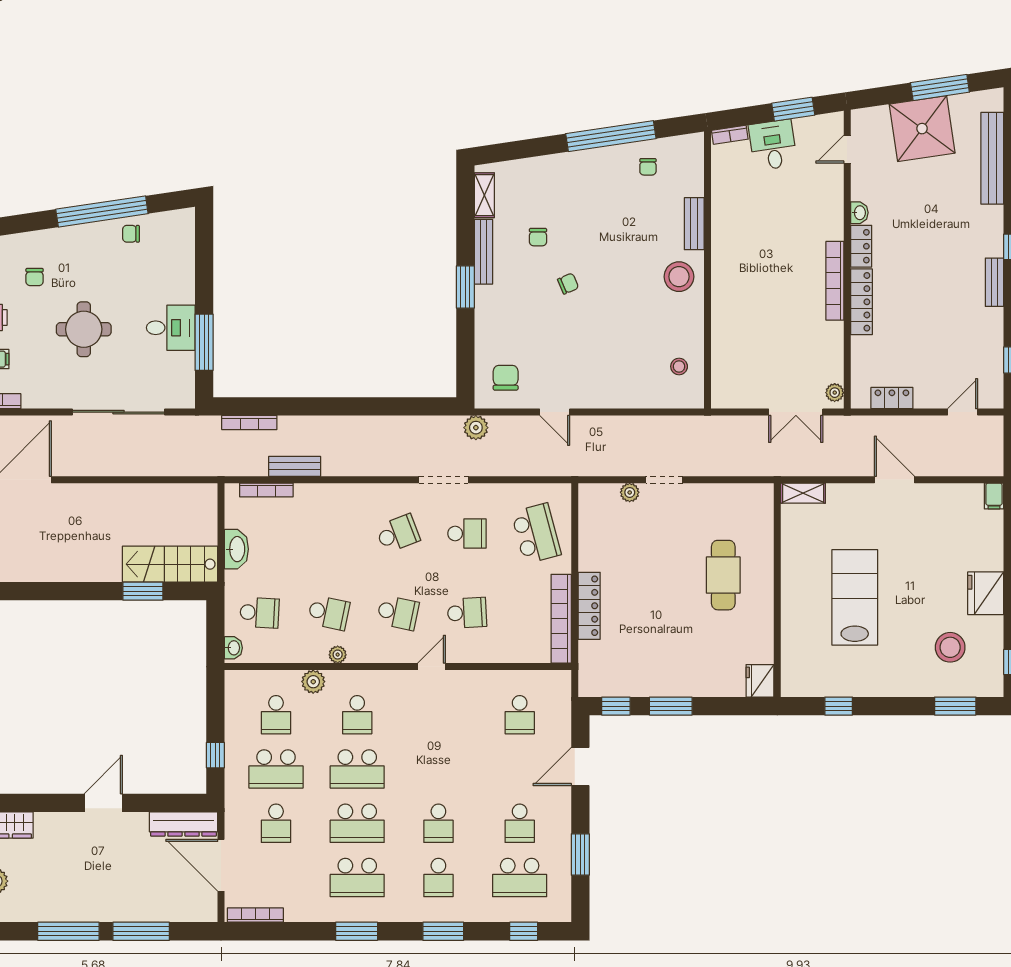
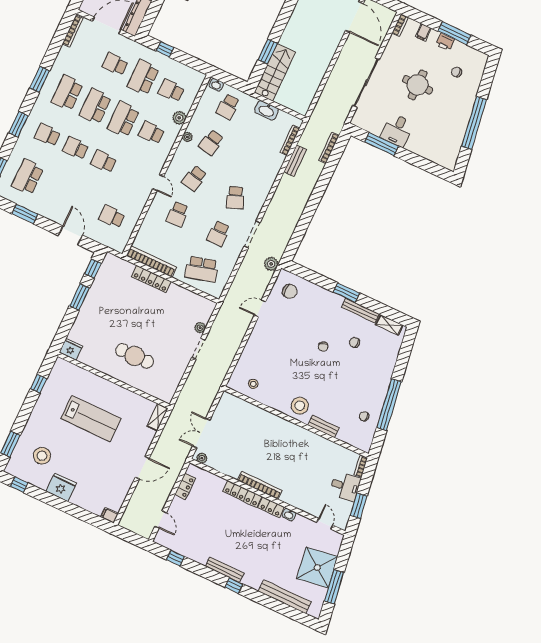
chair: (131, 234) -> (455, 133), removed
bench: (994, 282) -> (225, 570), width x1.36
school desk: (520, 823) -> (104, 161), moved

